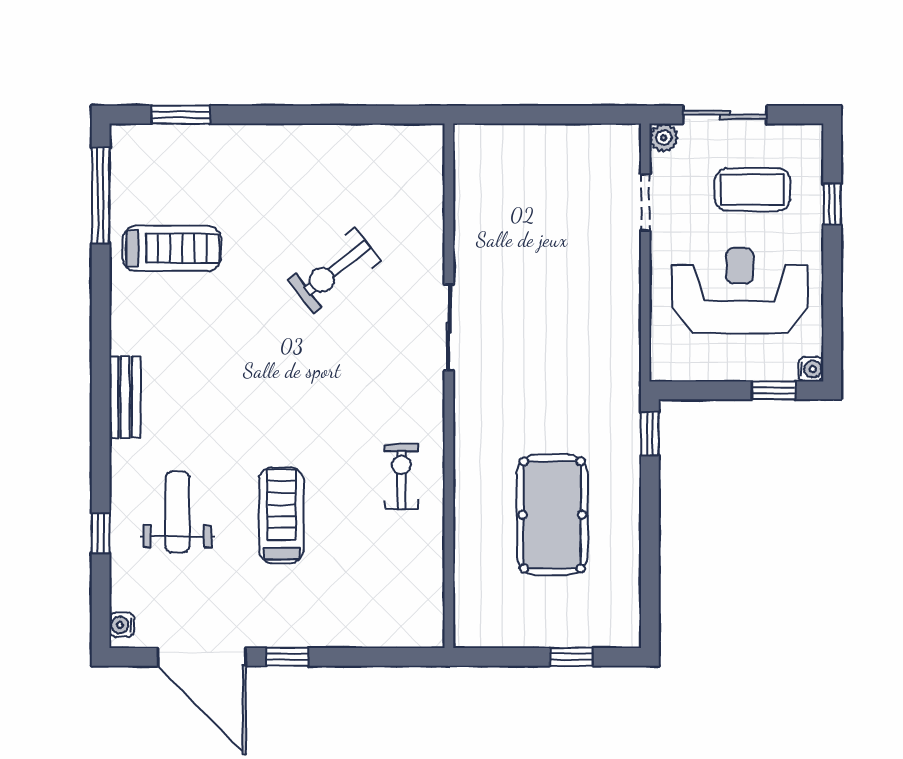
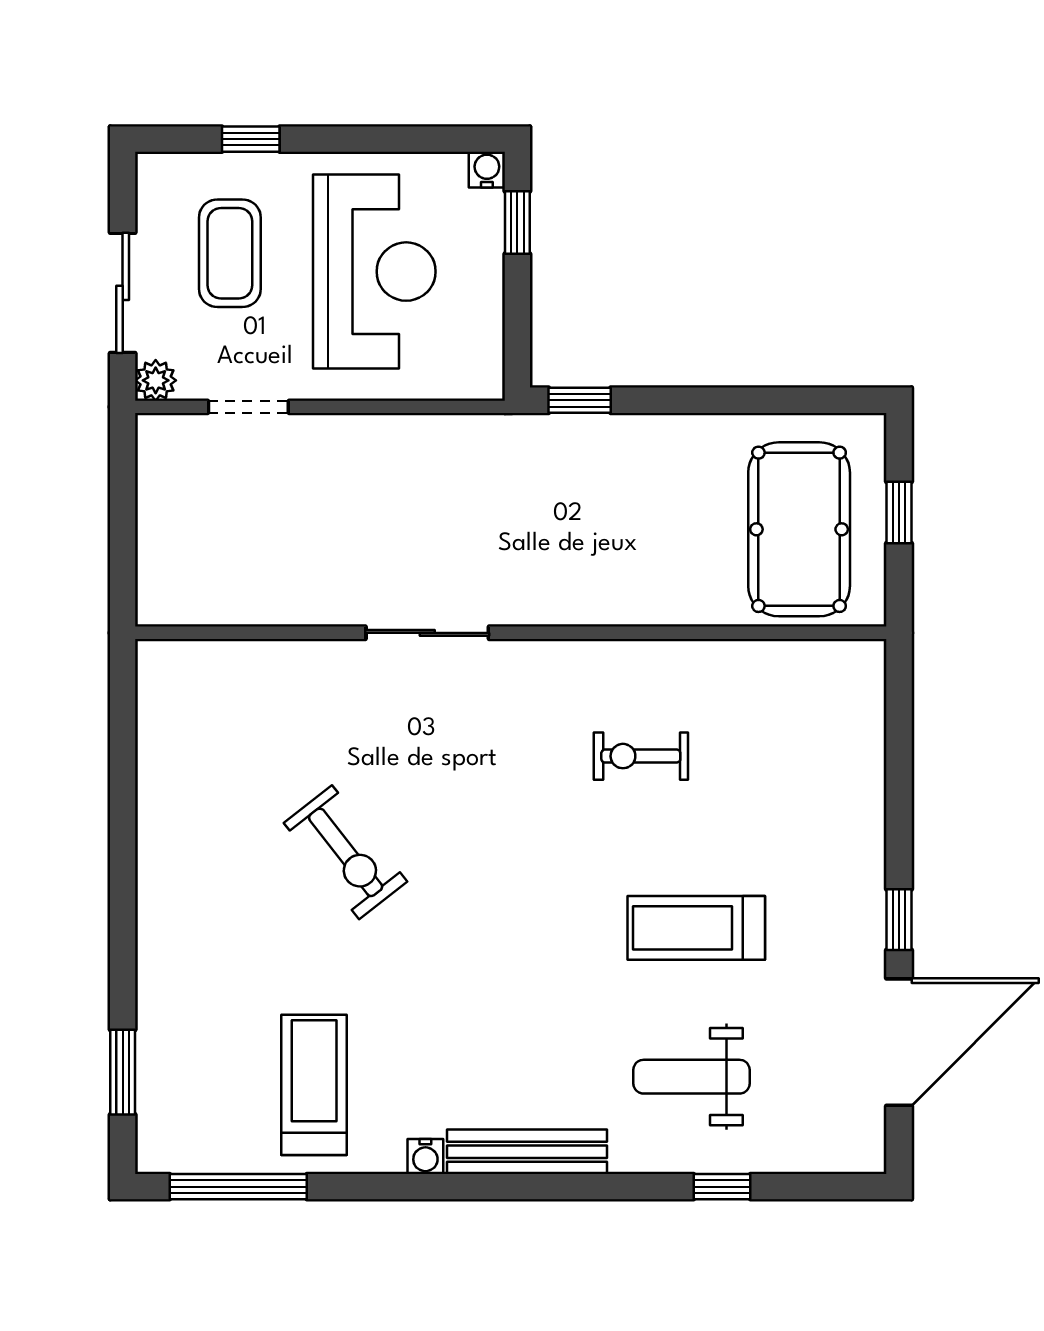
reception desk: (740, 290) -> (374, 272), turned 180
sliding door: (449, 327) -> (427, 633), moved
wall: (449, 386) -> (511, 633), moved
bench: (125, 397) -> (527, 1152), width x1.36
pool table: (552, 515) -> (799, 529), moved, turned 90
water cooler: (122, 625) -> (425, 1156), moved

